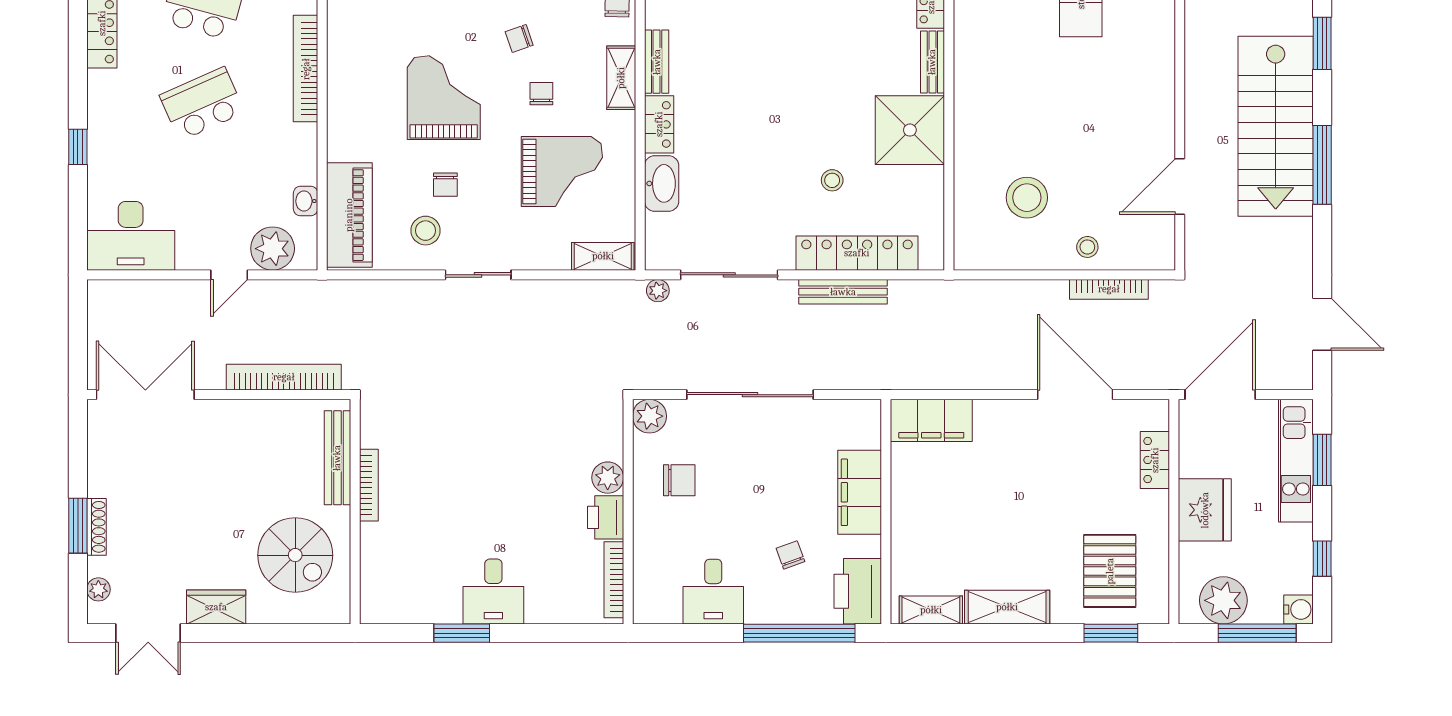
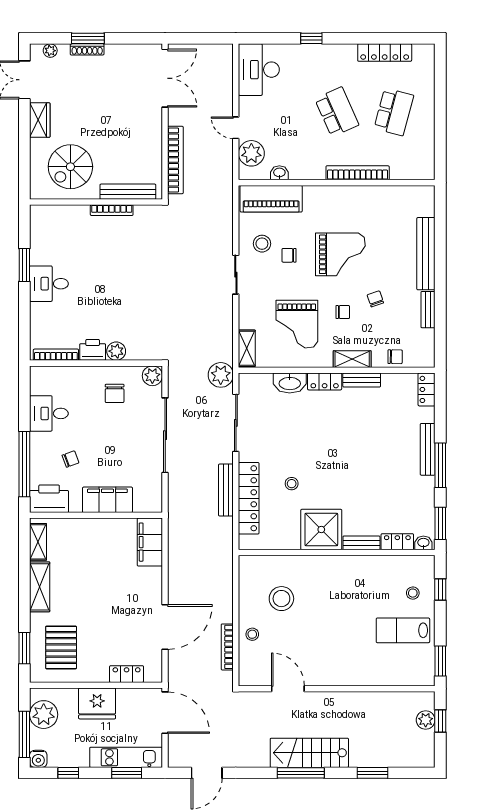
stairs: (1276, 126) -> (309, 753), width x0.73, depth x0.66
plant: (658, 291) -> (221, 375), width x1.88, depth x1.88
pallet: (1110, 571) -> (61, 647), turned 90

